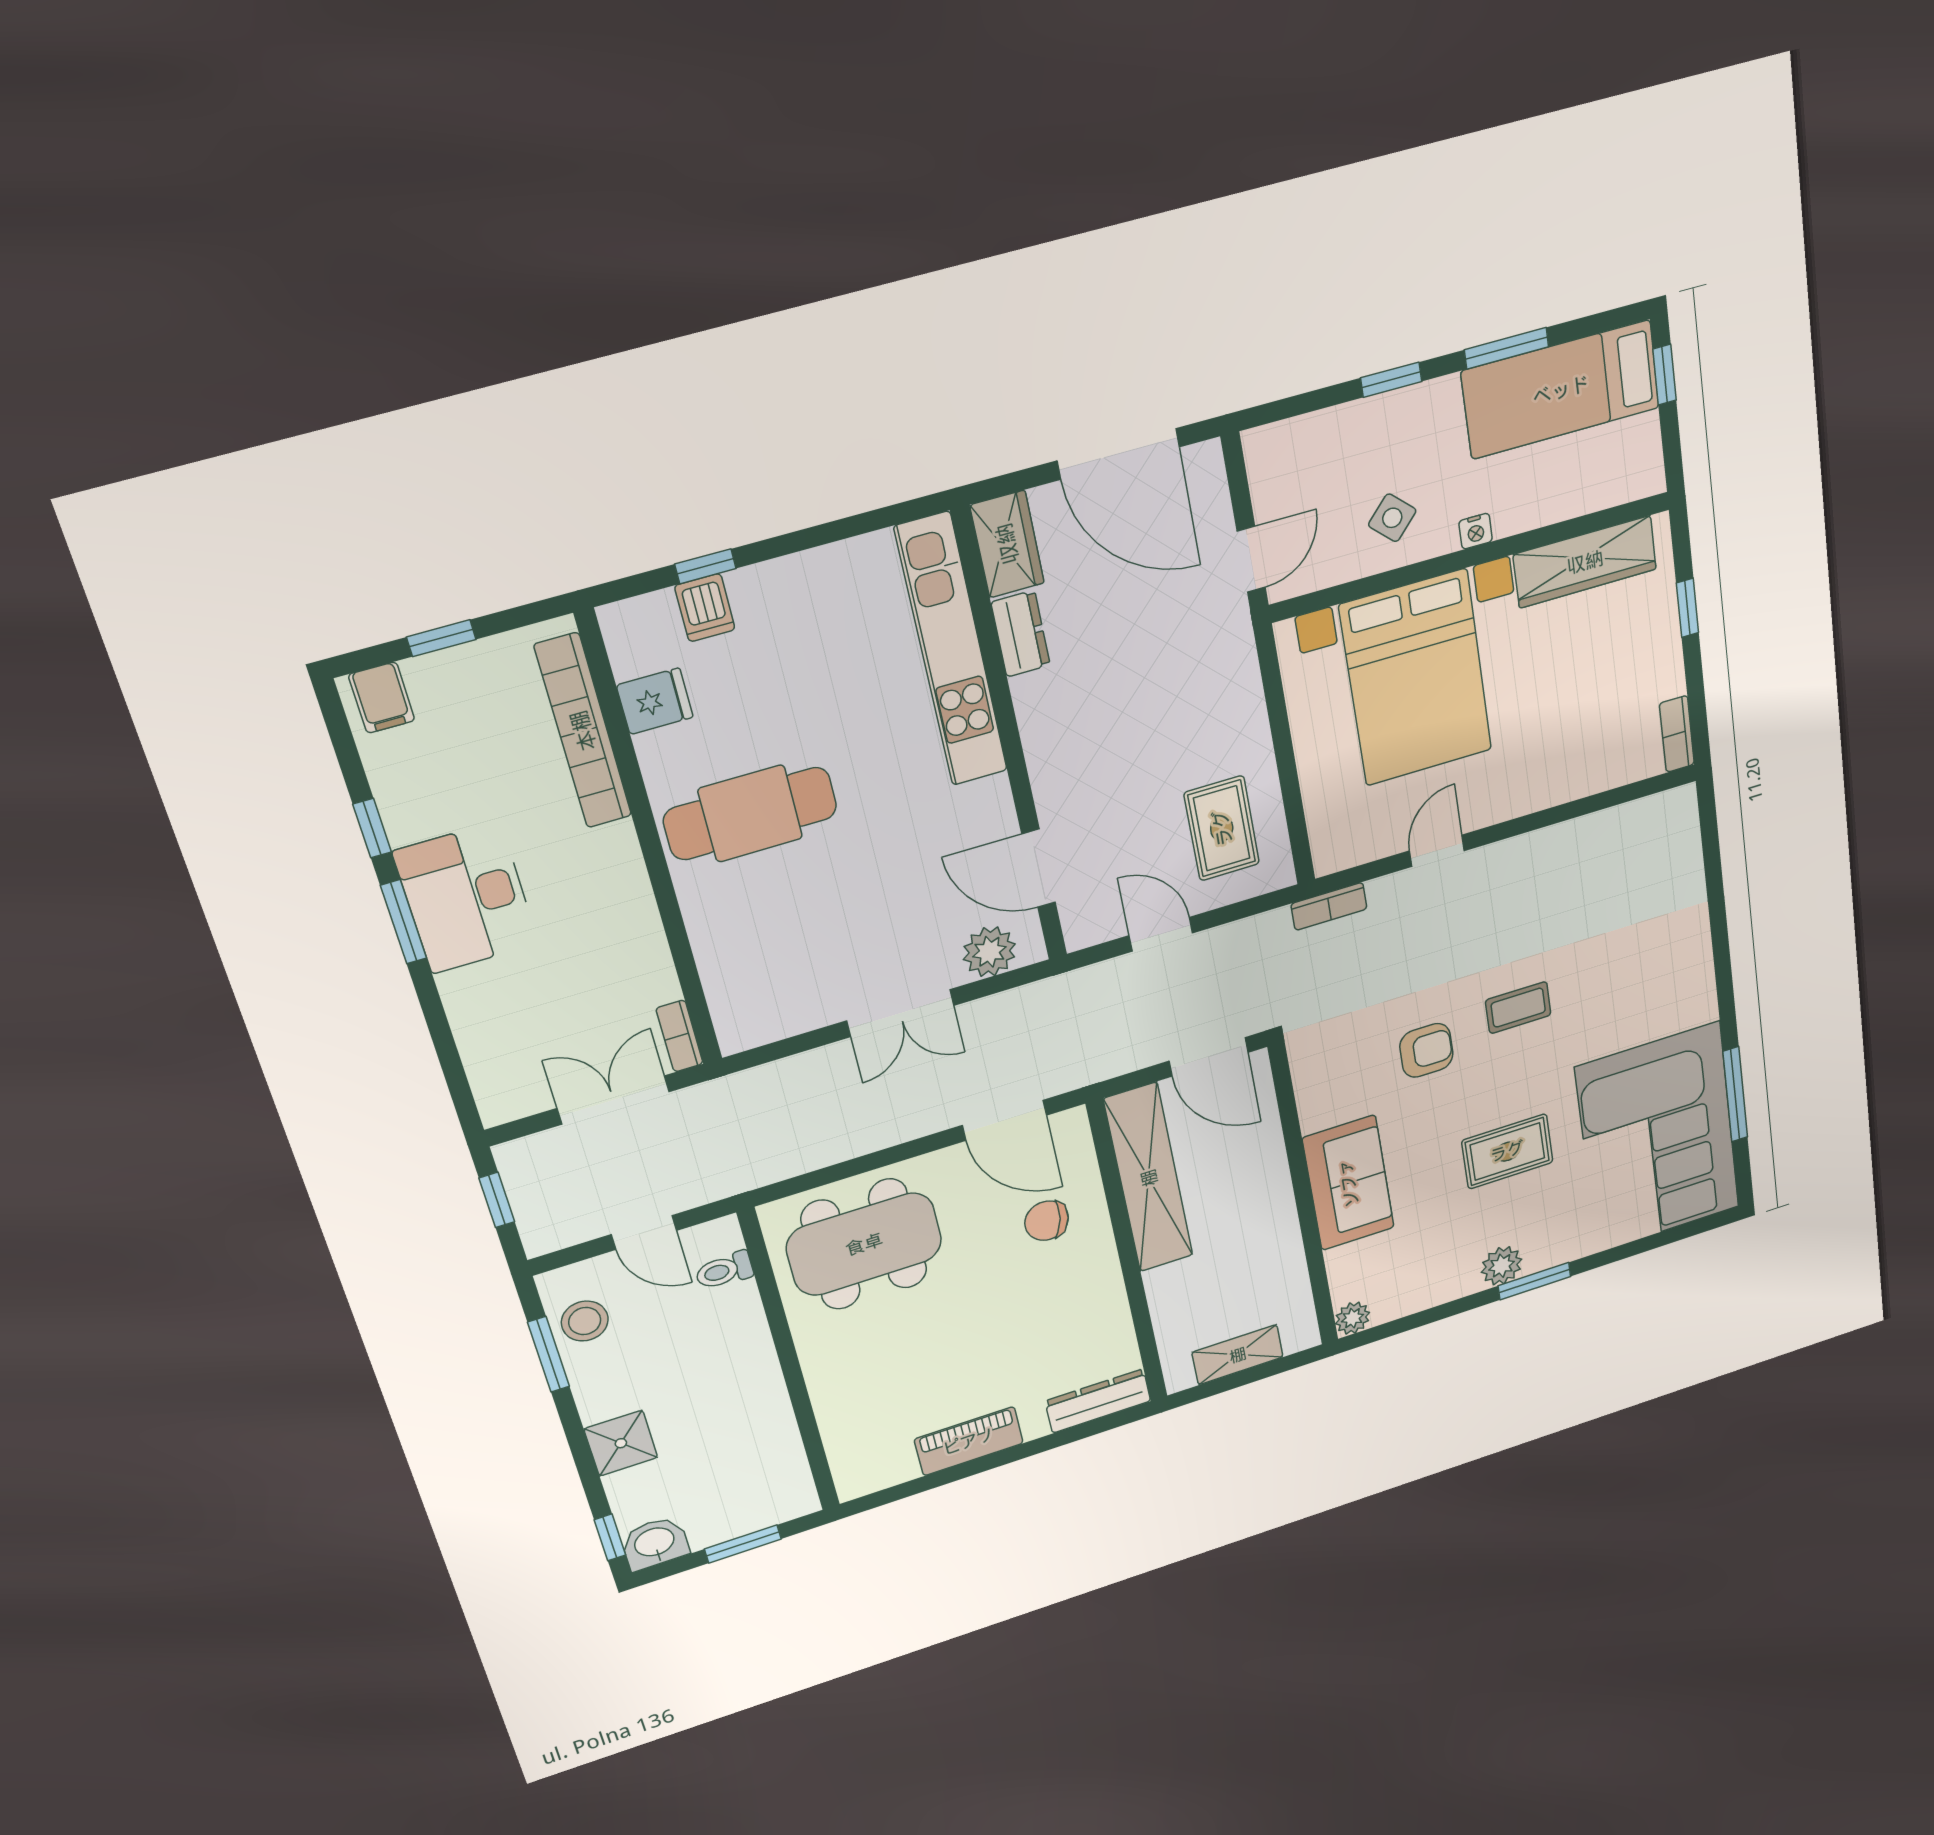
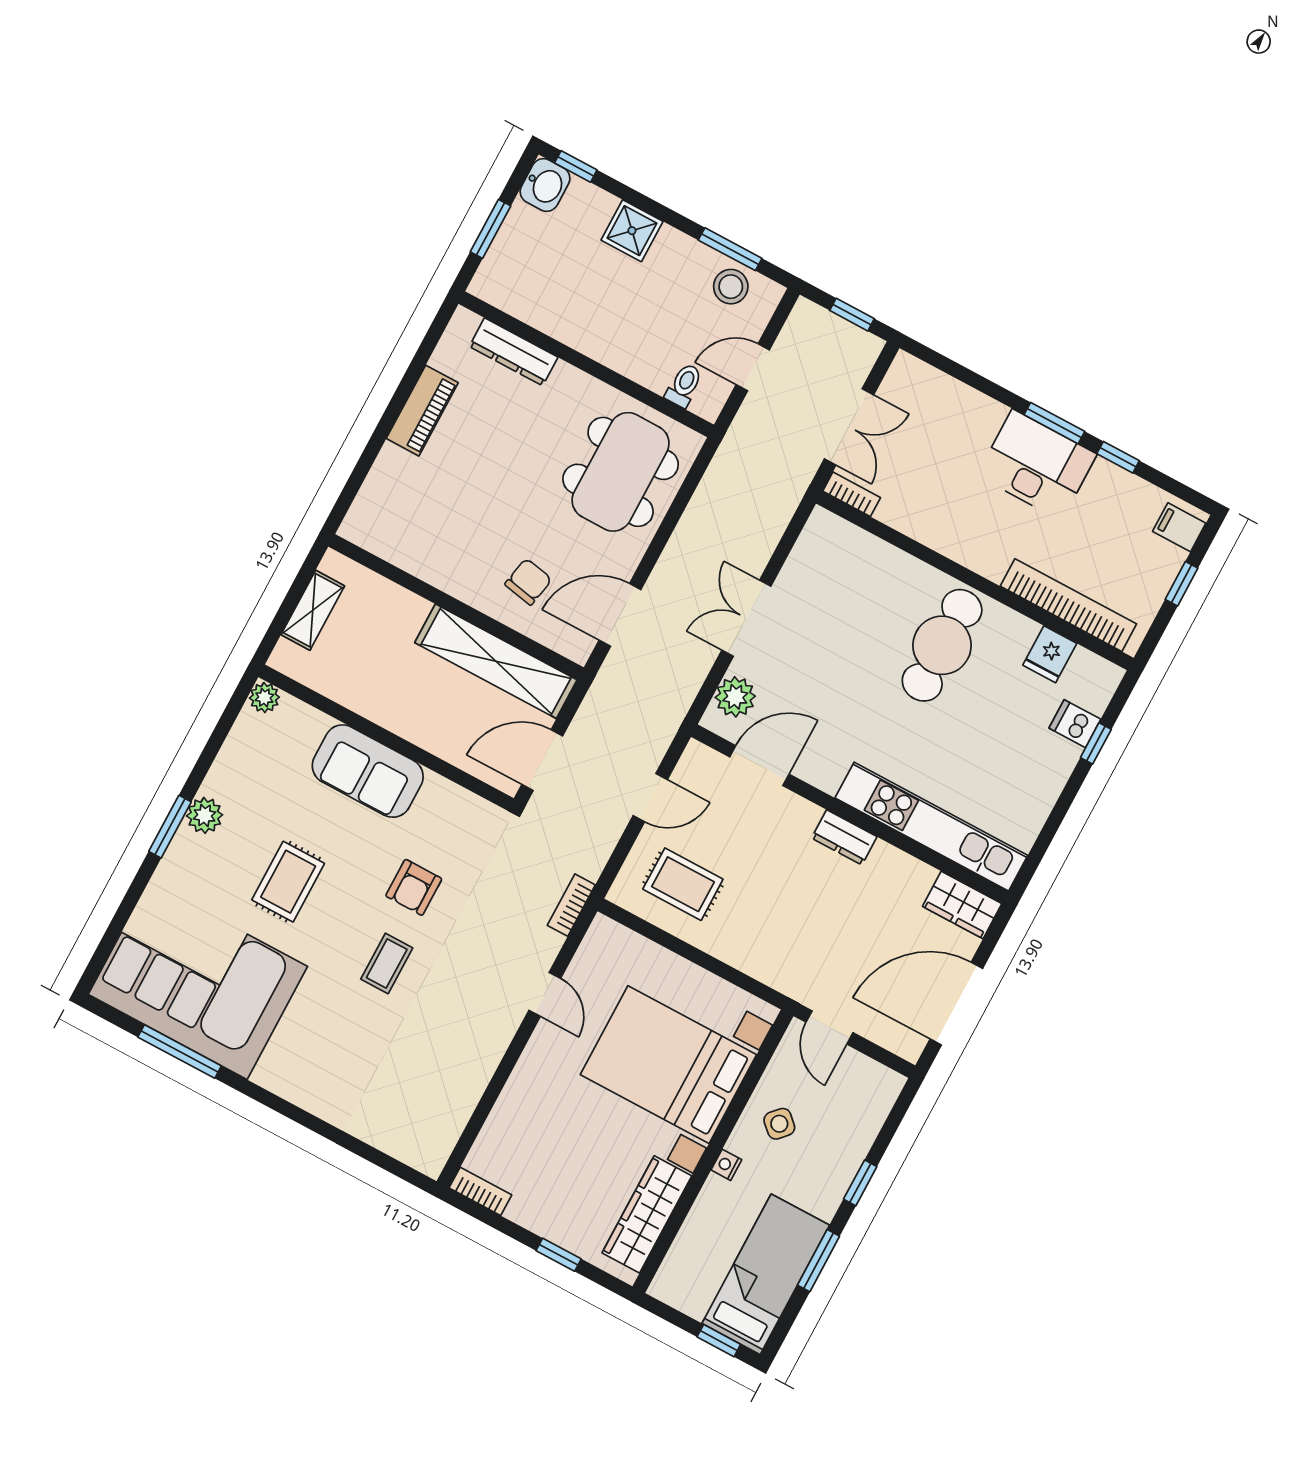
dresser: (1021, 634) -> (844, 837), moved
dresser: (1098, 1401) -> (513, 352), moved, turned 90

